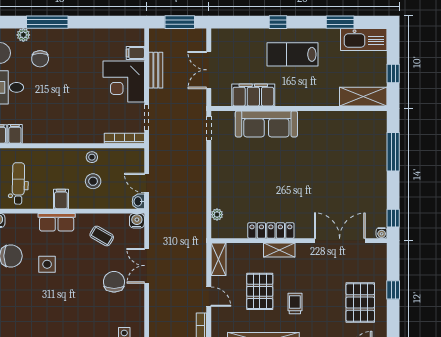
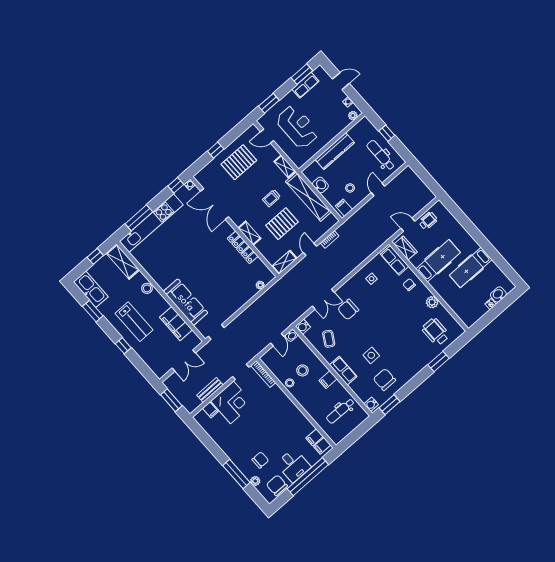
stool: (315, 97) -> (147, 288), added
kitchen unit: (377, 160) -> (151, 223), added

